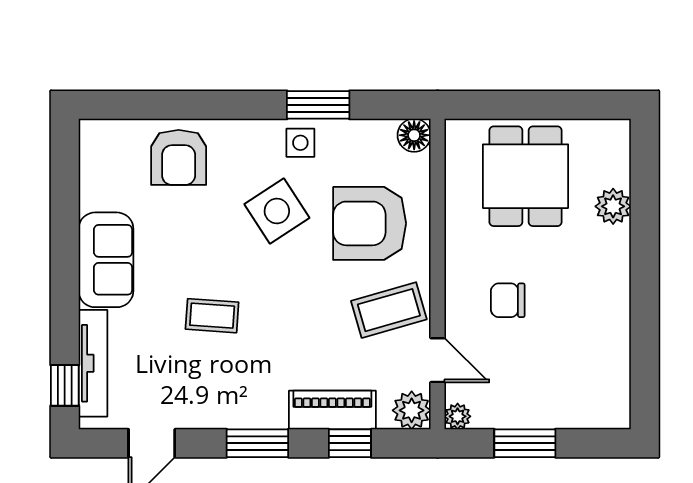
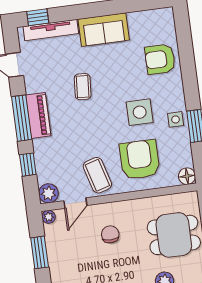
side table: (277, 211) -> (140, 112), turned 33
piano: (332, 410) -> (38, 115), moved
window: (257, 443) -> (22, 118), width x1.44

